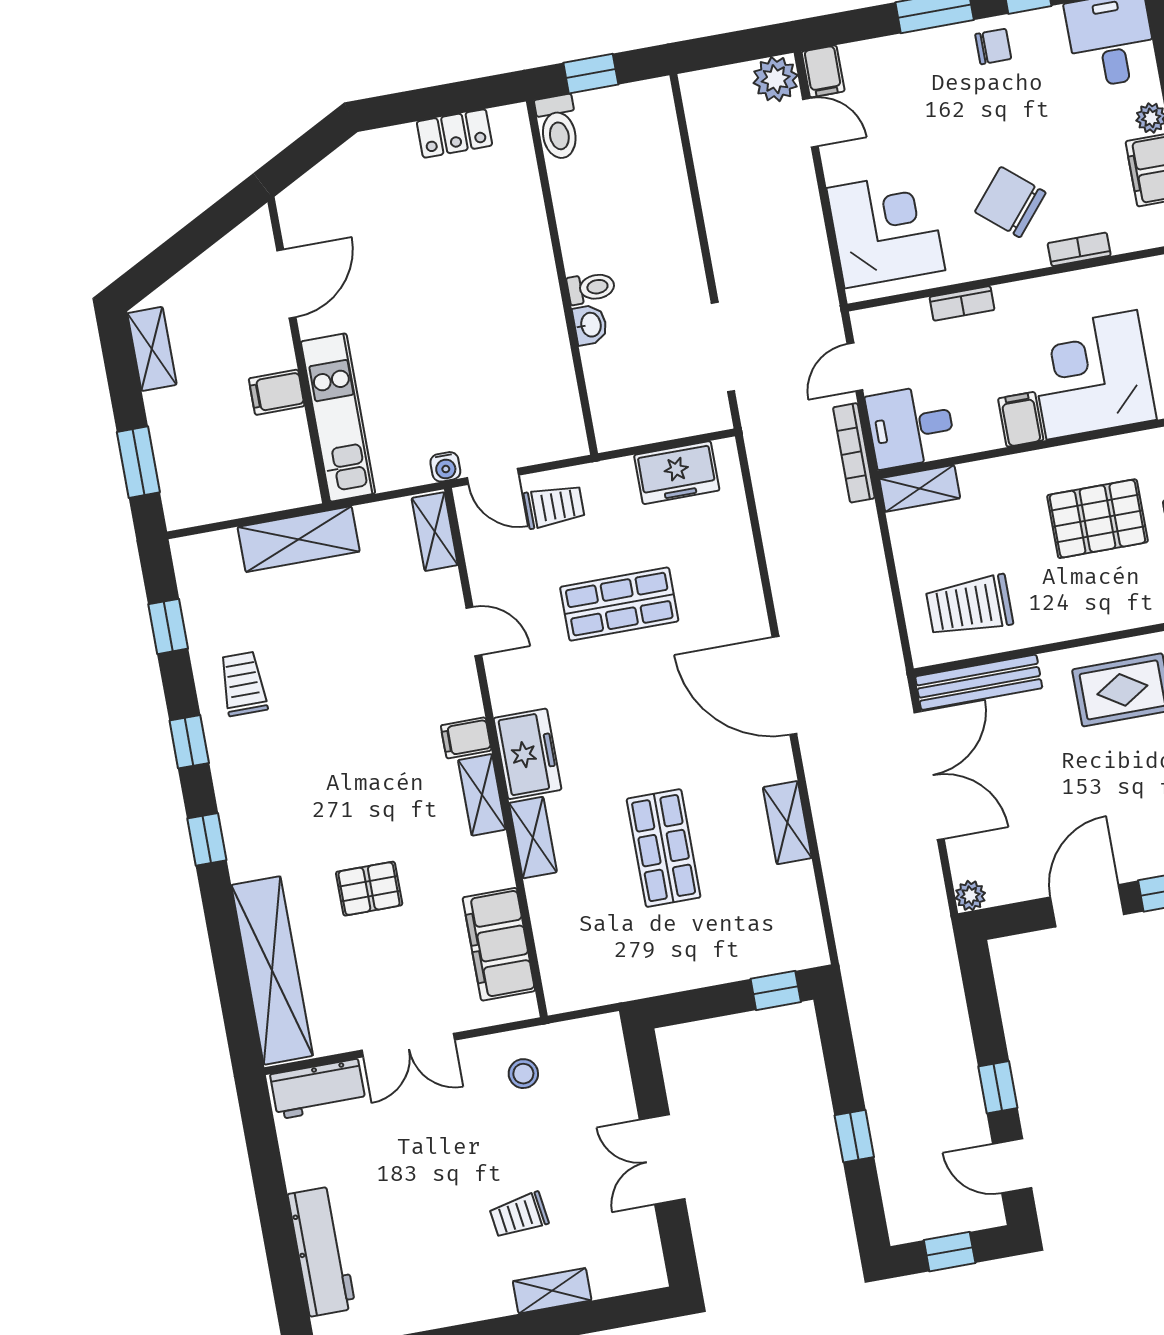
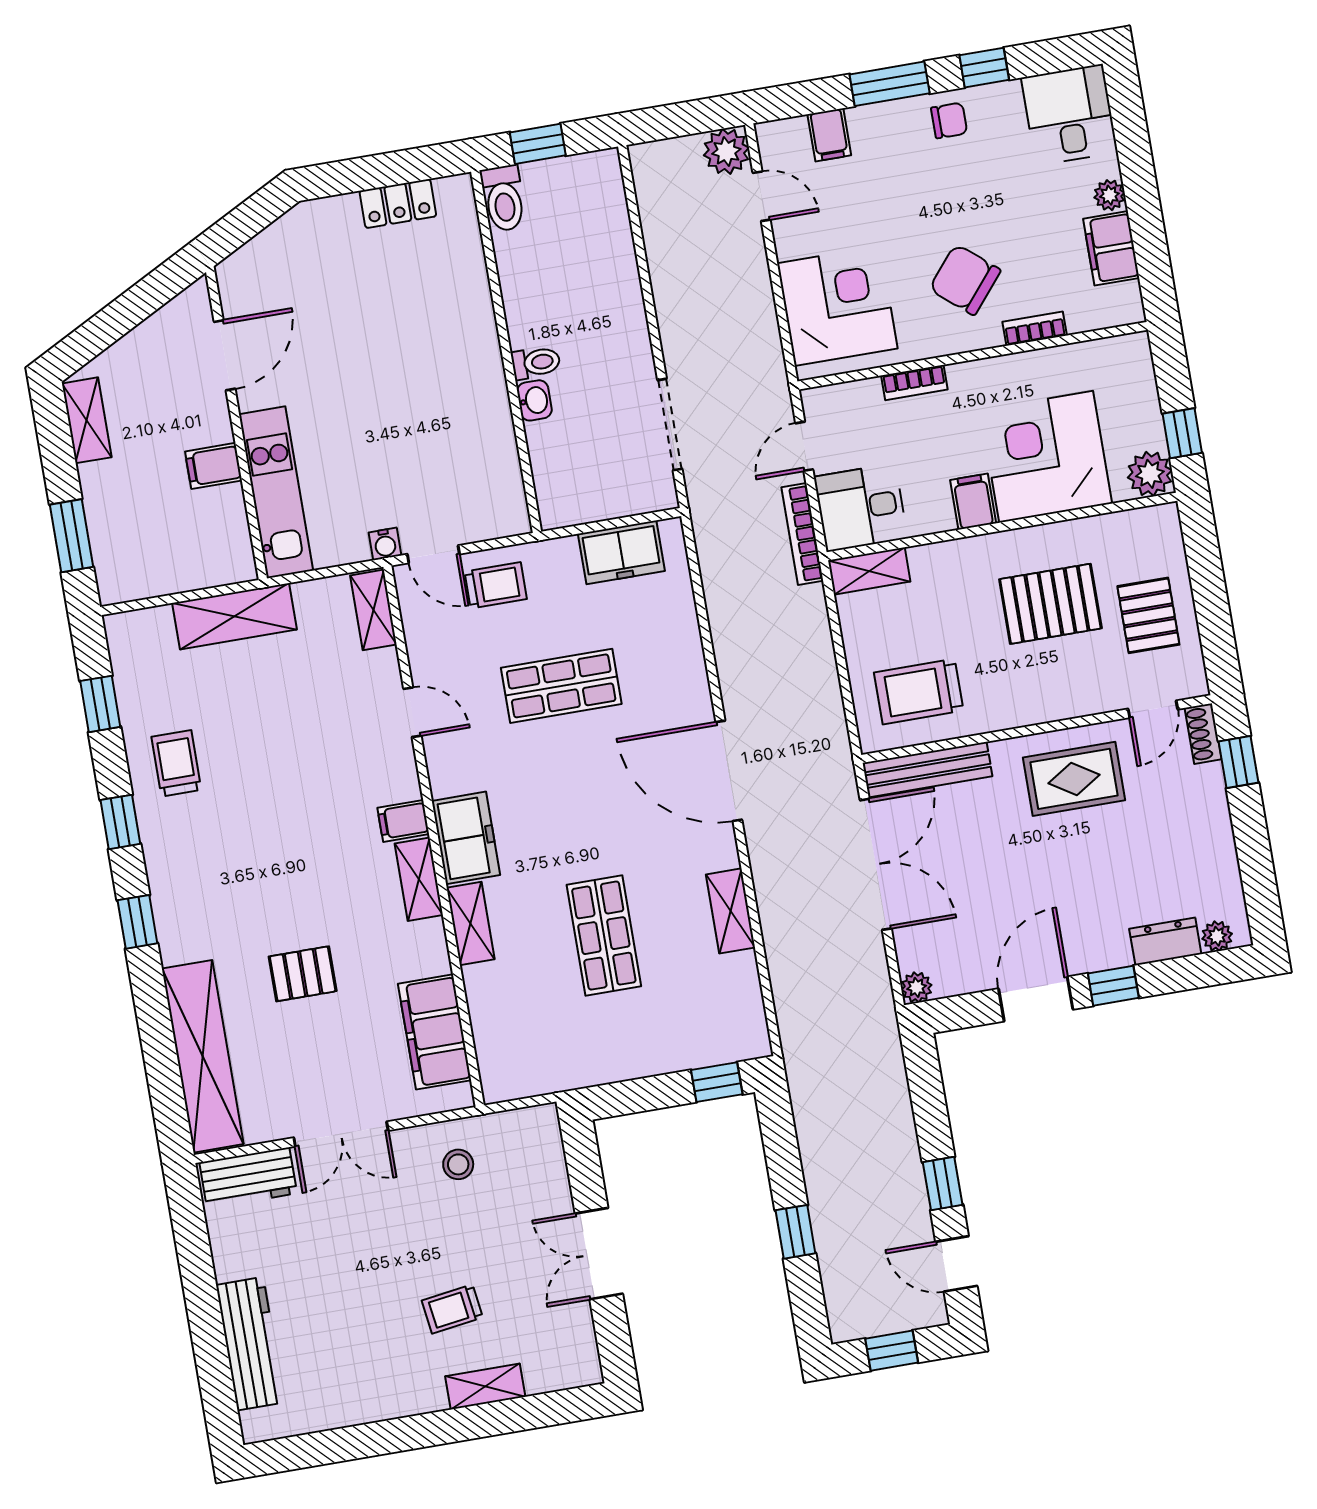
filing cabinet: (823, 71) -> (829, 135), moved

